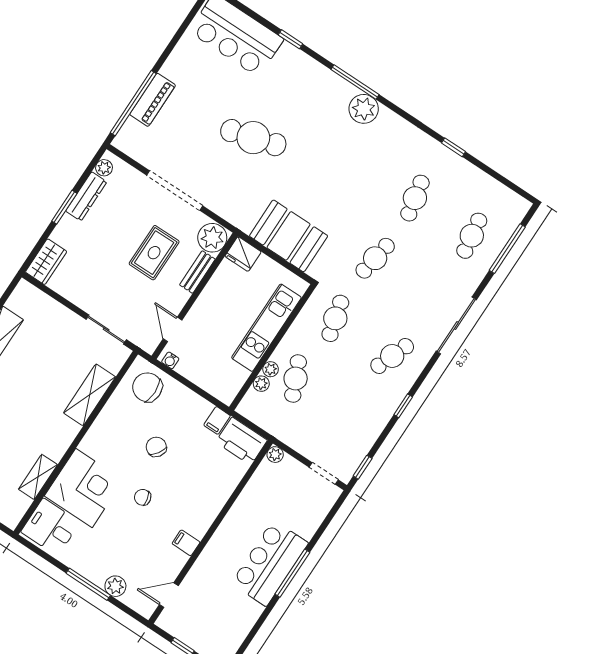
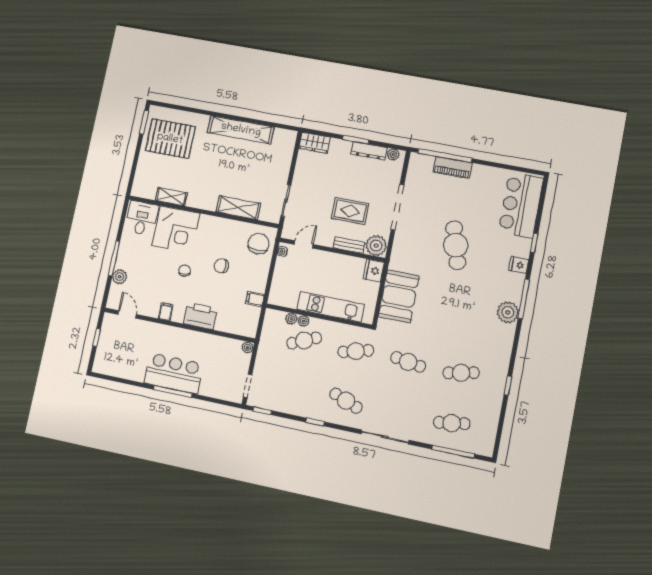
fridge: (310, 70) -> (519, 265), added
printer: (241, 441) -> (200, 316), moved, turned 90
chair: (156, 447) -> (221, 266), turned -124

